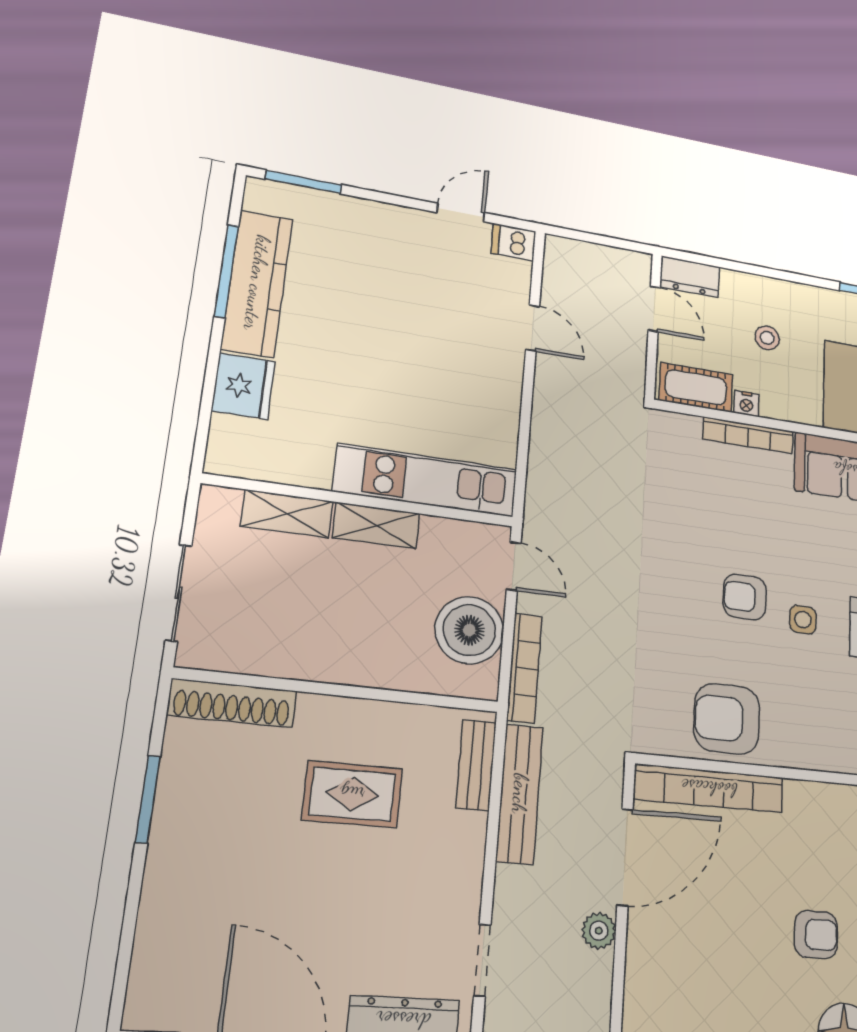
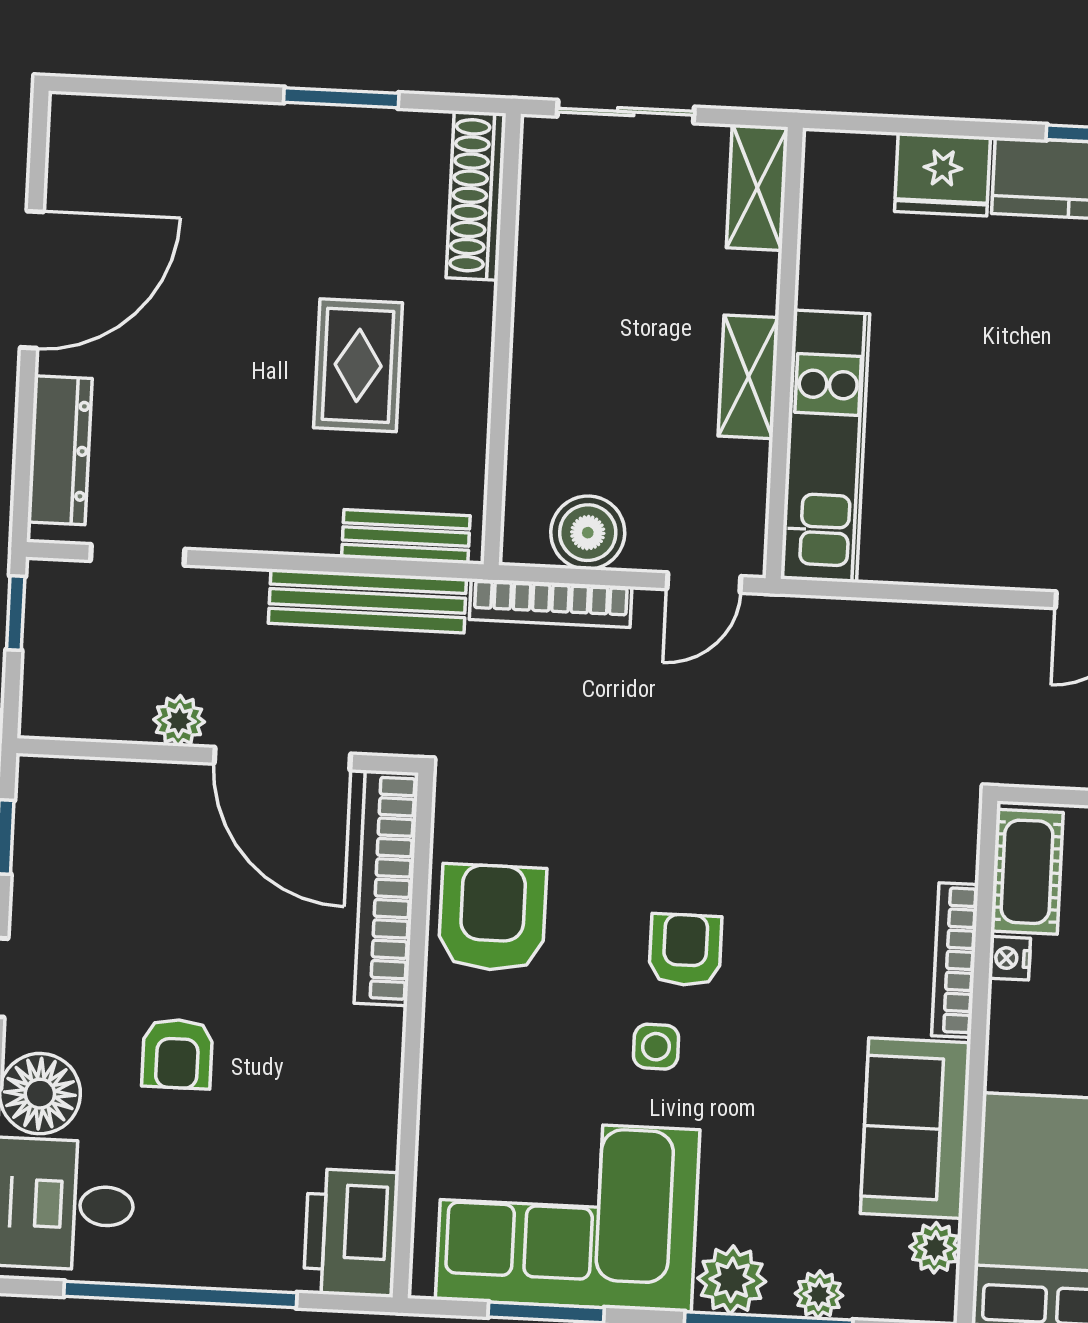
shelving: (287, 514) -> (757, 187), moved
boiler: (469, 630) -> (588, 533), width x0.73, depth x0.73

